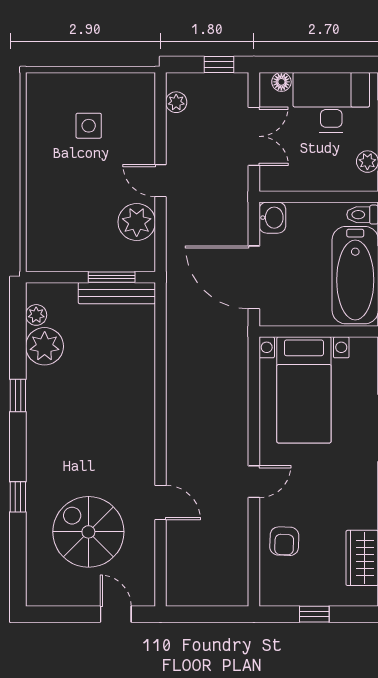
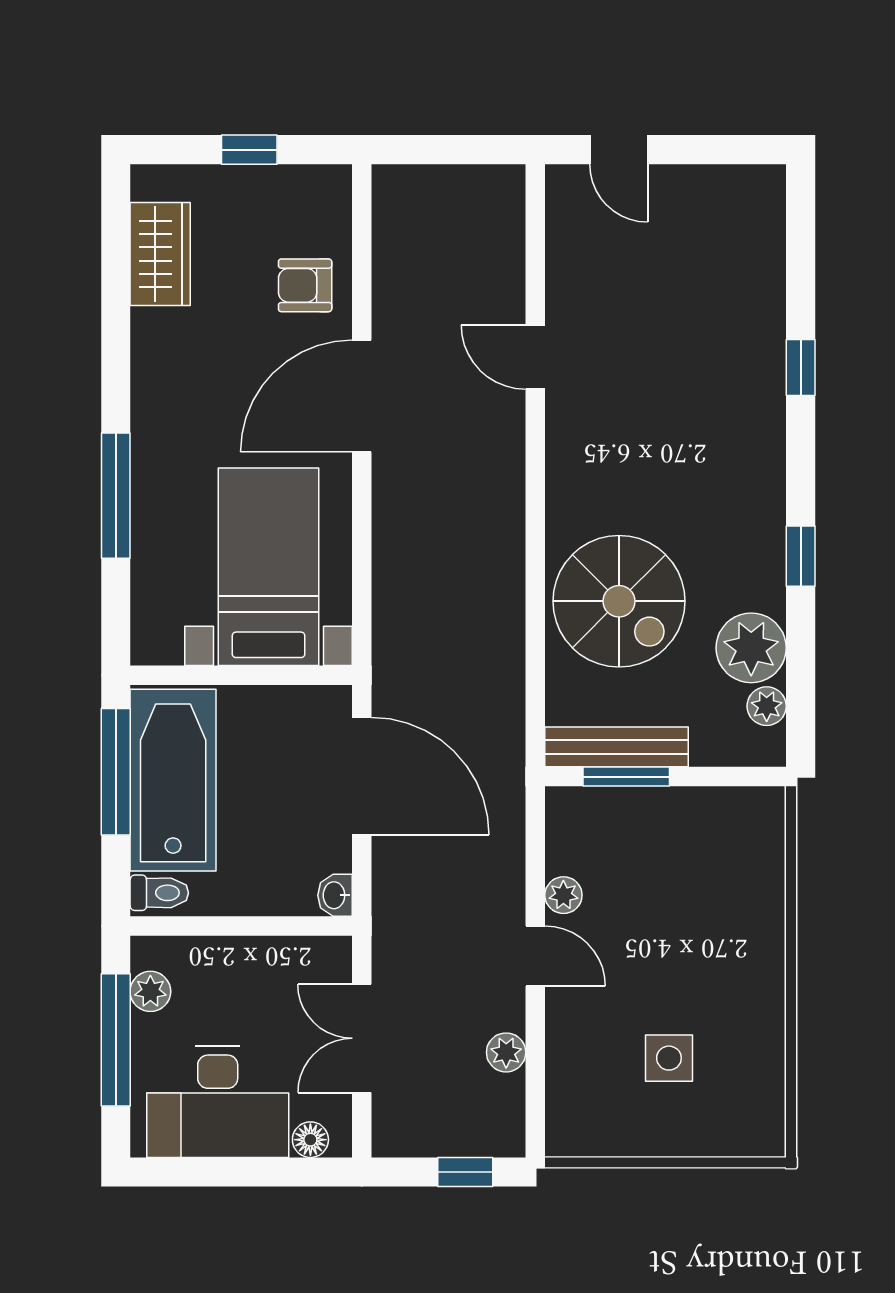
window: (219, 64) -> (465, 1172), moved
plant: (176, 102) -> (506, 1052), moved
washbasin: (272, 218) -> (335, 895), width x0.72, depth x0.69
plant: (137, 222) -> (563, 895), width x0.53, depth x0.53
door: (254, 482) -> (362, 396), width x1.87
spiral stairs: (88, 532) -> (619, 601), moved
armchair: (284, 541) -> (305, 285), turned -92

